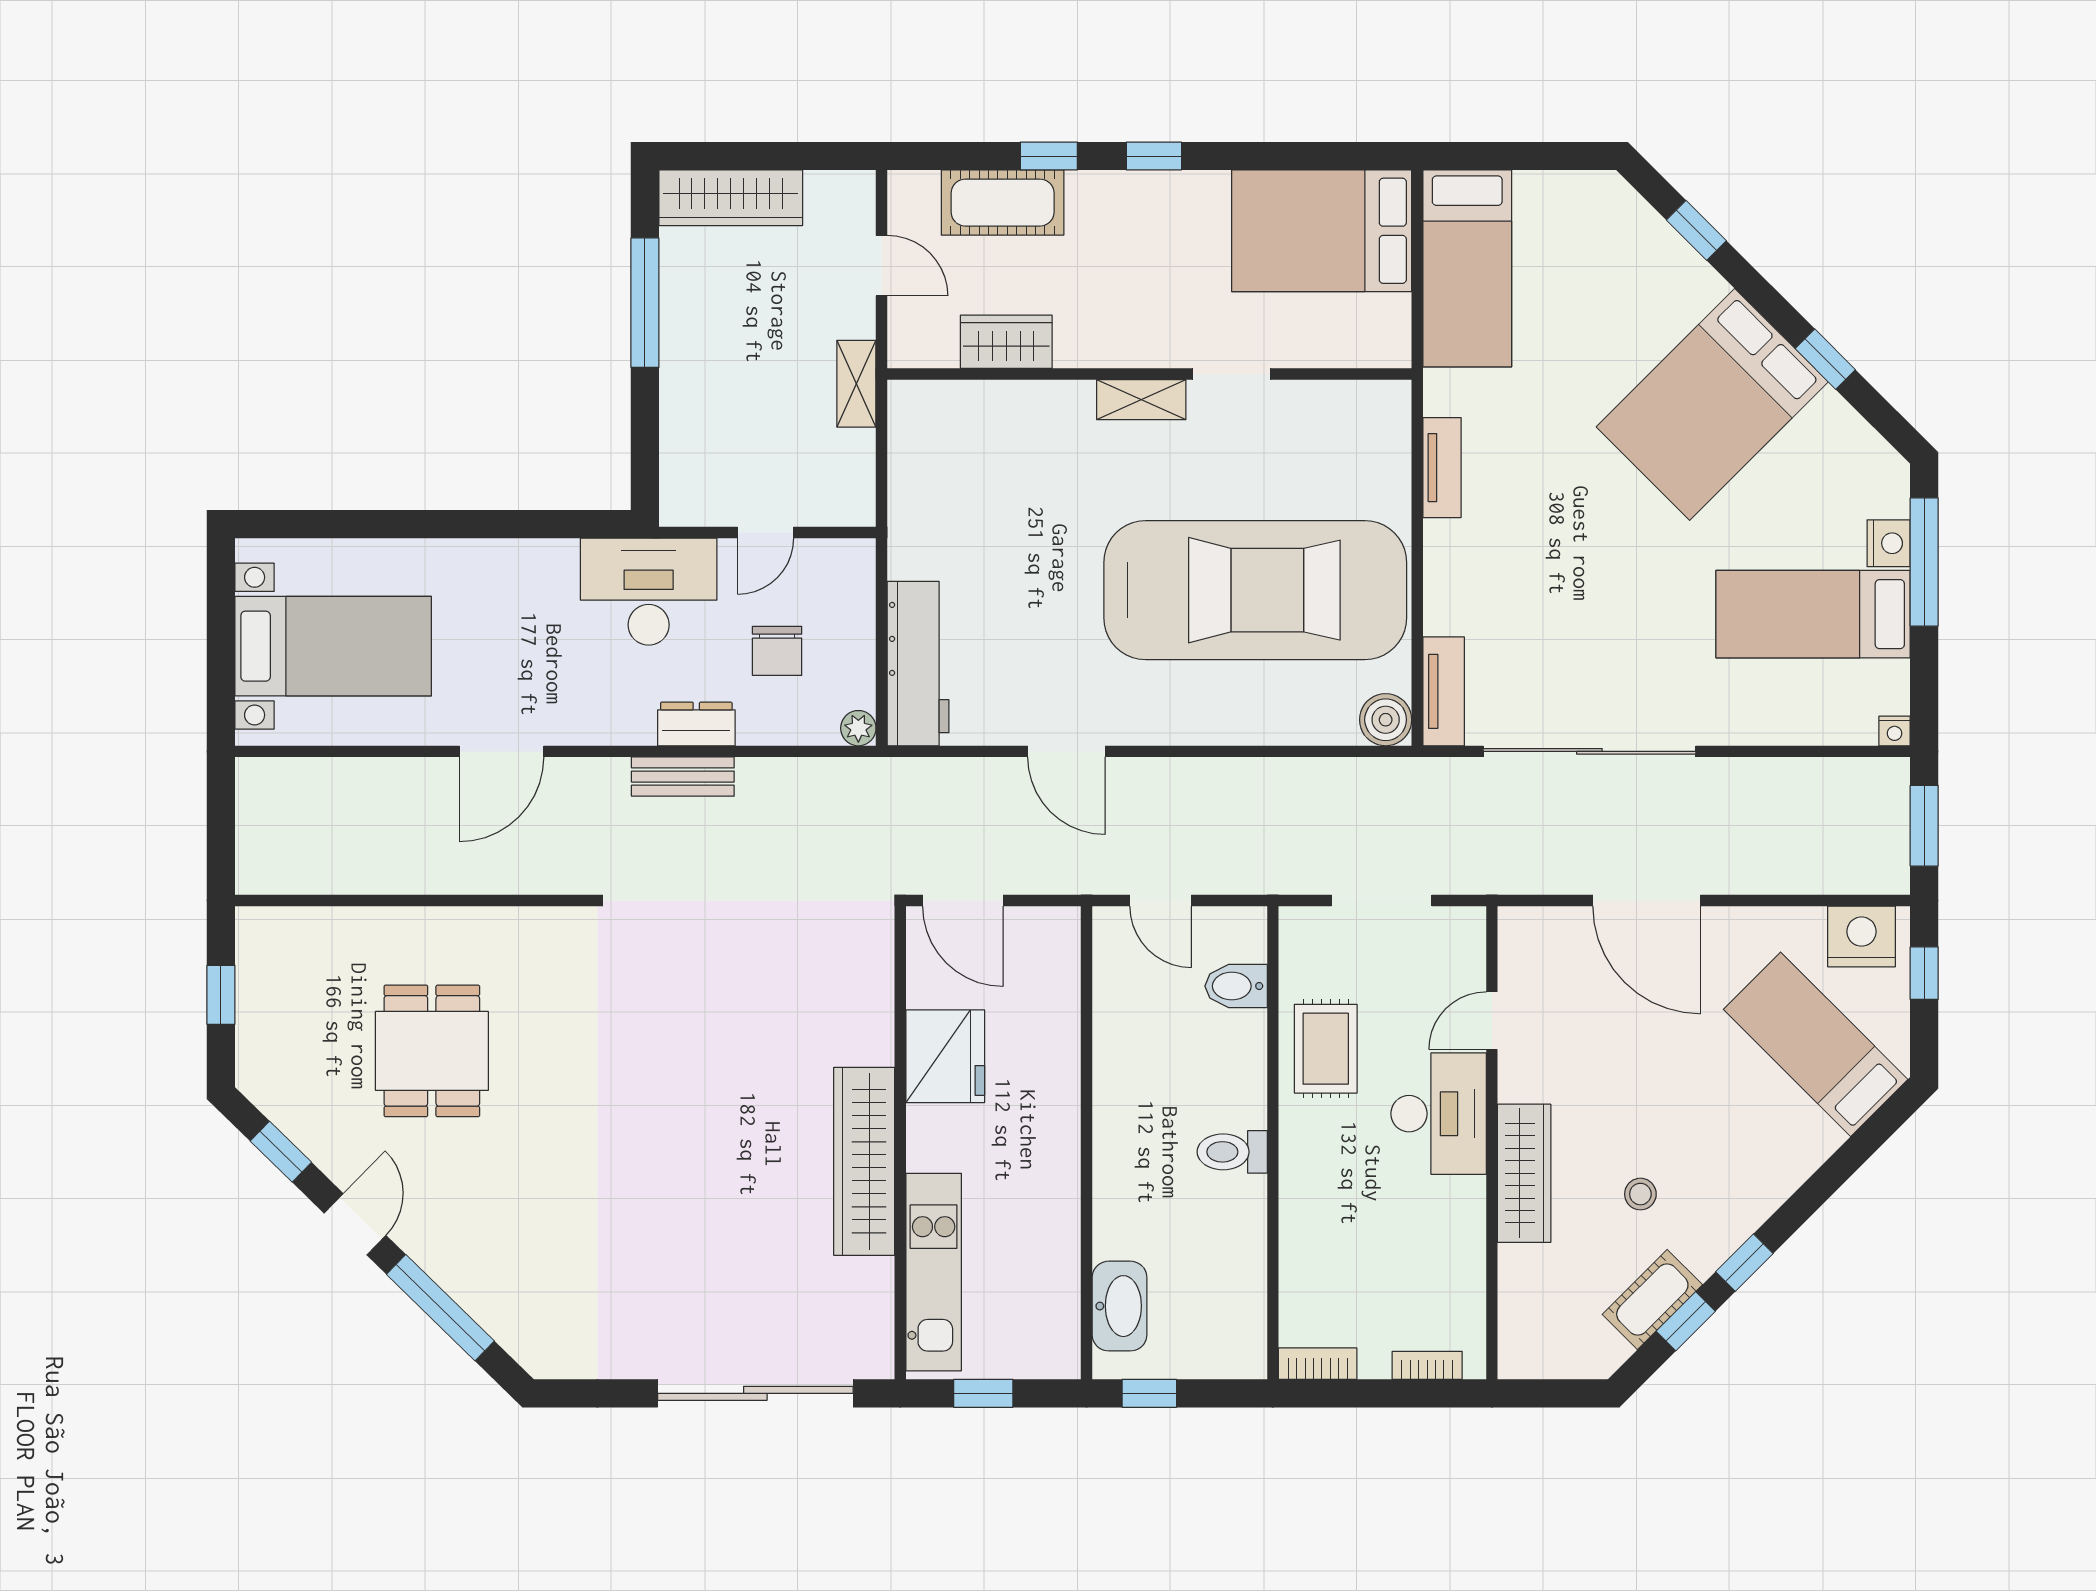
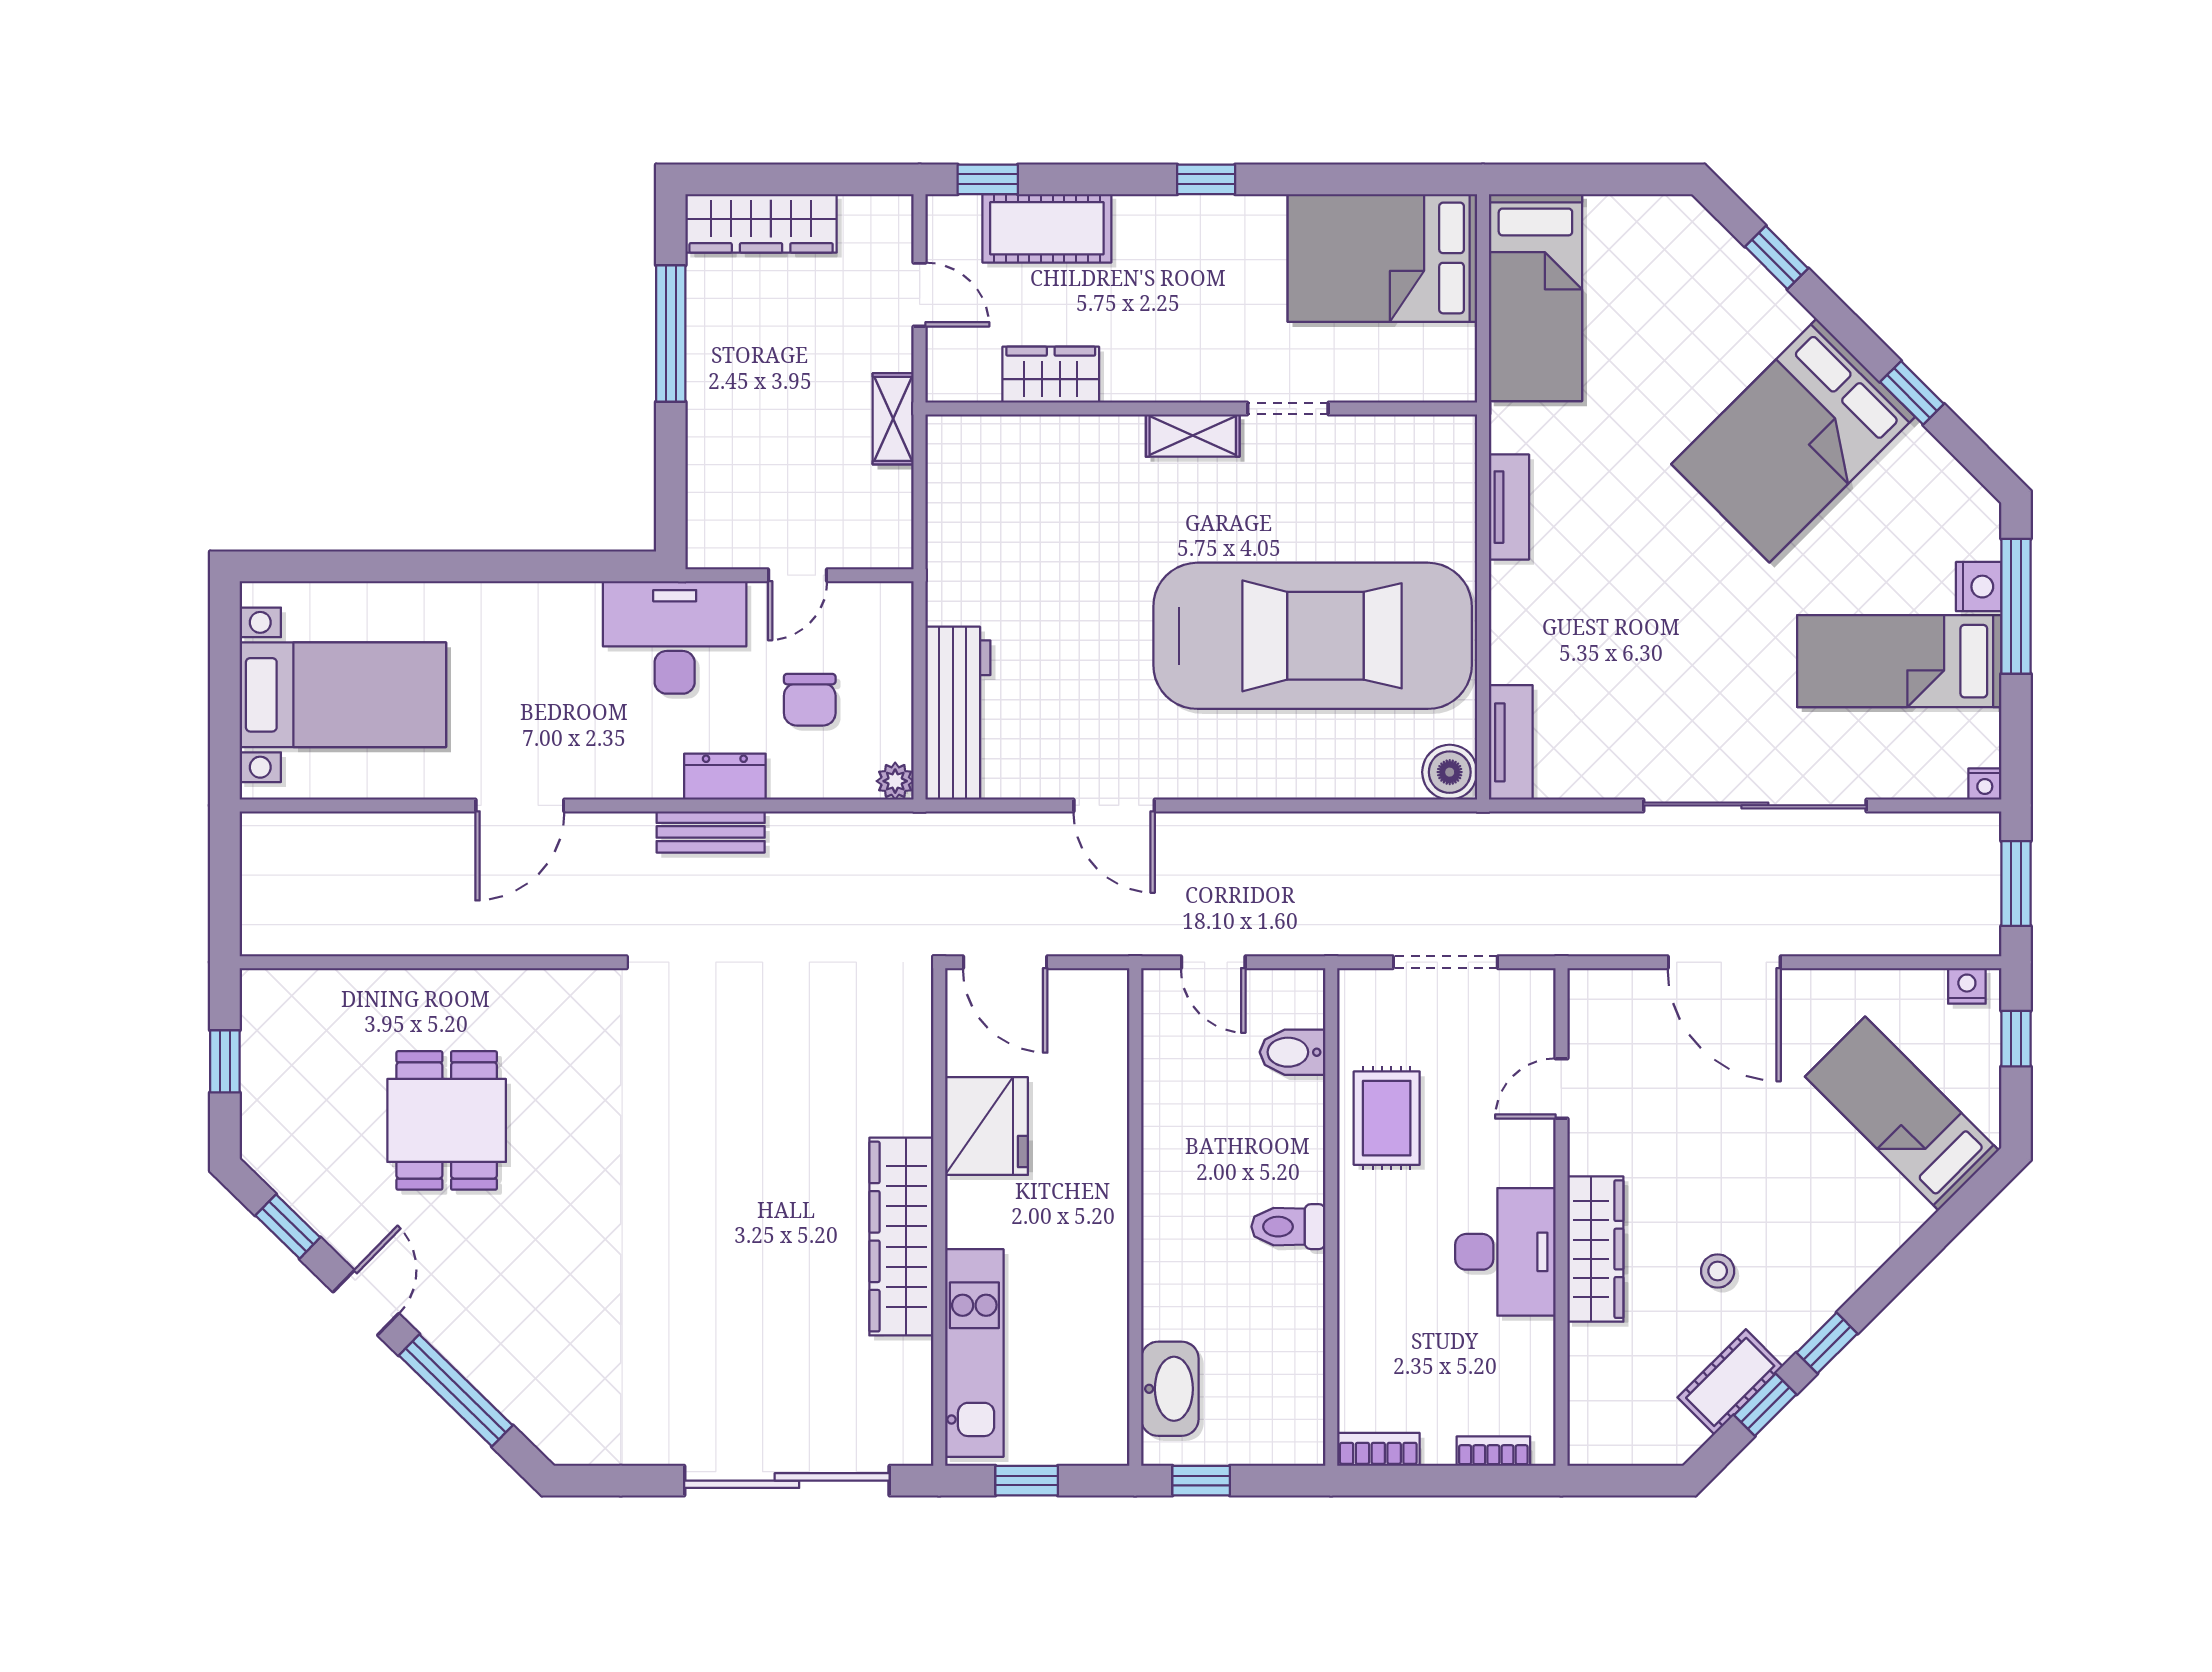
window: (1049, 156) -> (988, 179), moved
sliding door: (1589, 751) -> (1755, 805), moved
nightstand: (1862, 936) -> (1967, 986), width x0.53, depth x0.56
desk: (1439, 1114) -> (1505, 1252), moved

